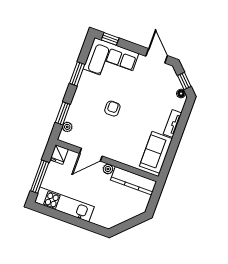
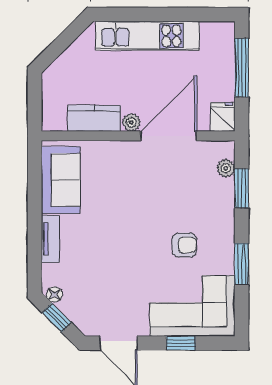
window: (110, 39) -> (181, 343), moved
armchair: (112, 109) -> (184, 245), moved, turned -90
door: (91, 155) -> (169, 136), width x1.36
kitchen counter: (134, 181) -> (94, 118), width x0.67
kitchen unit: (64, 204) -> (147, 36), moved

